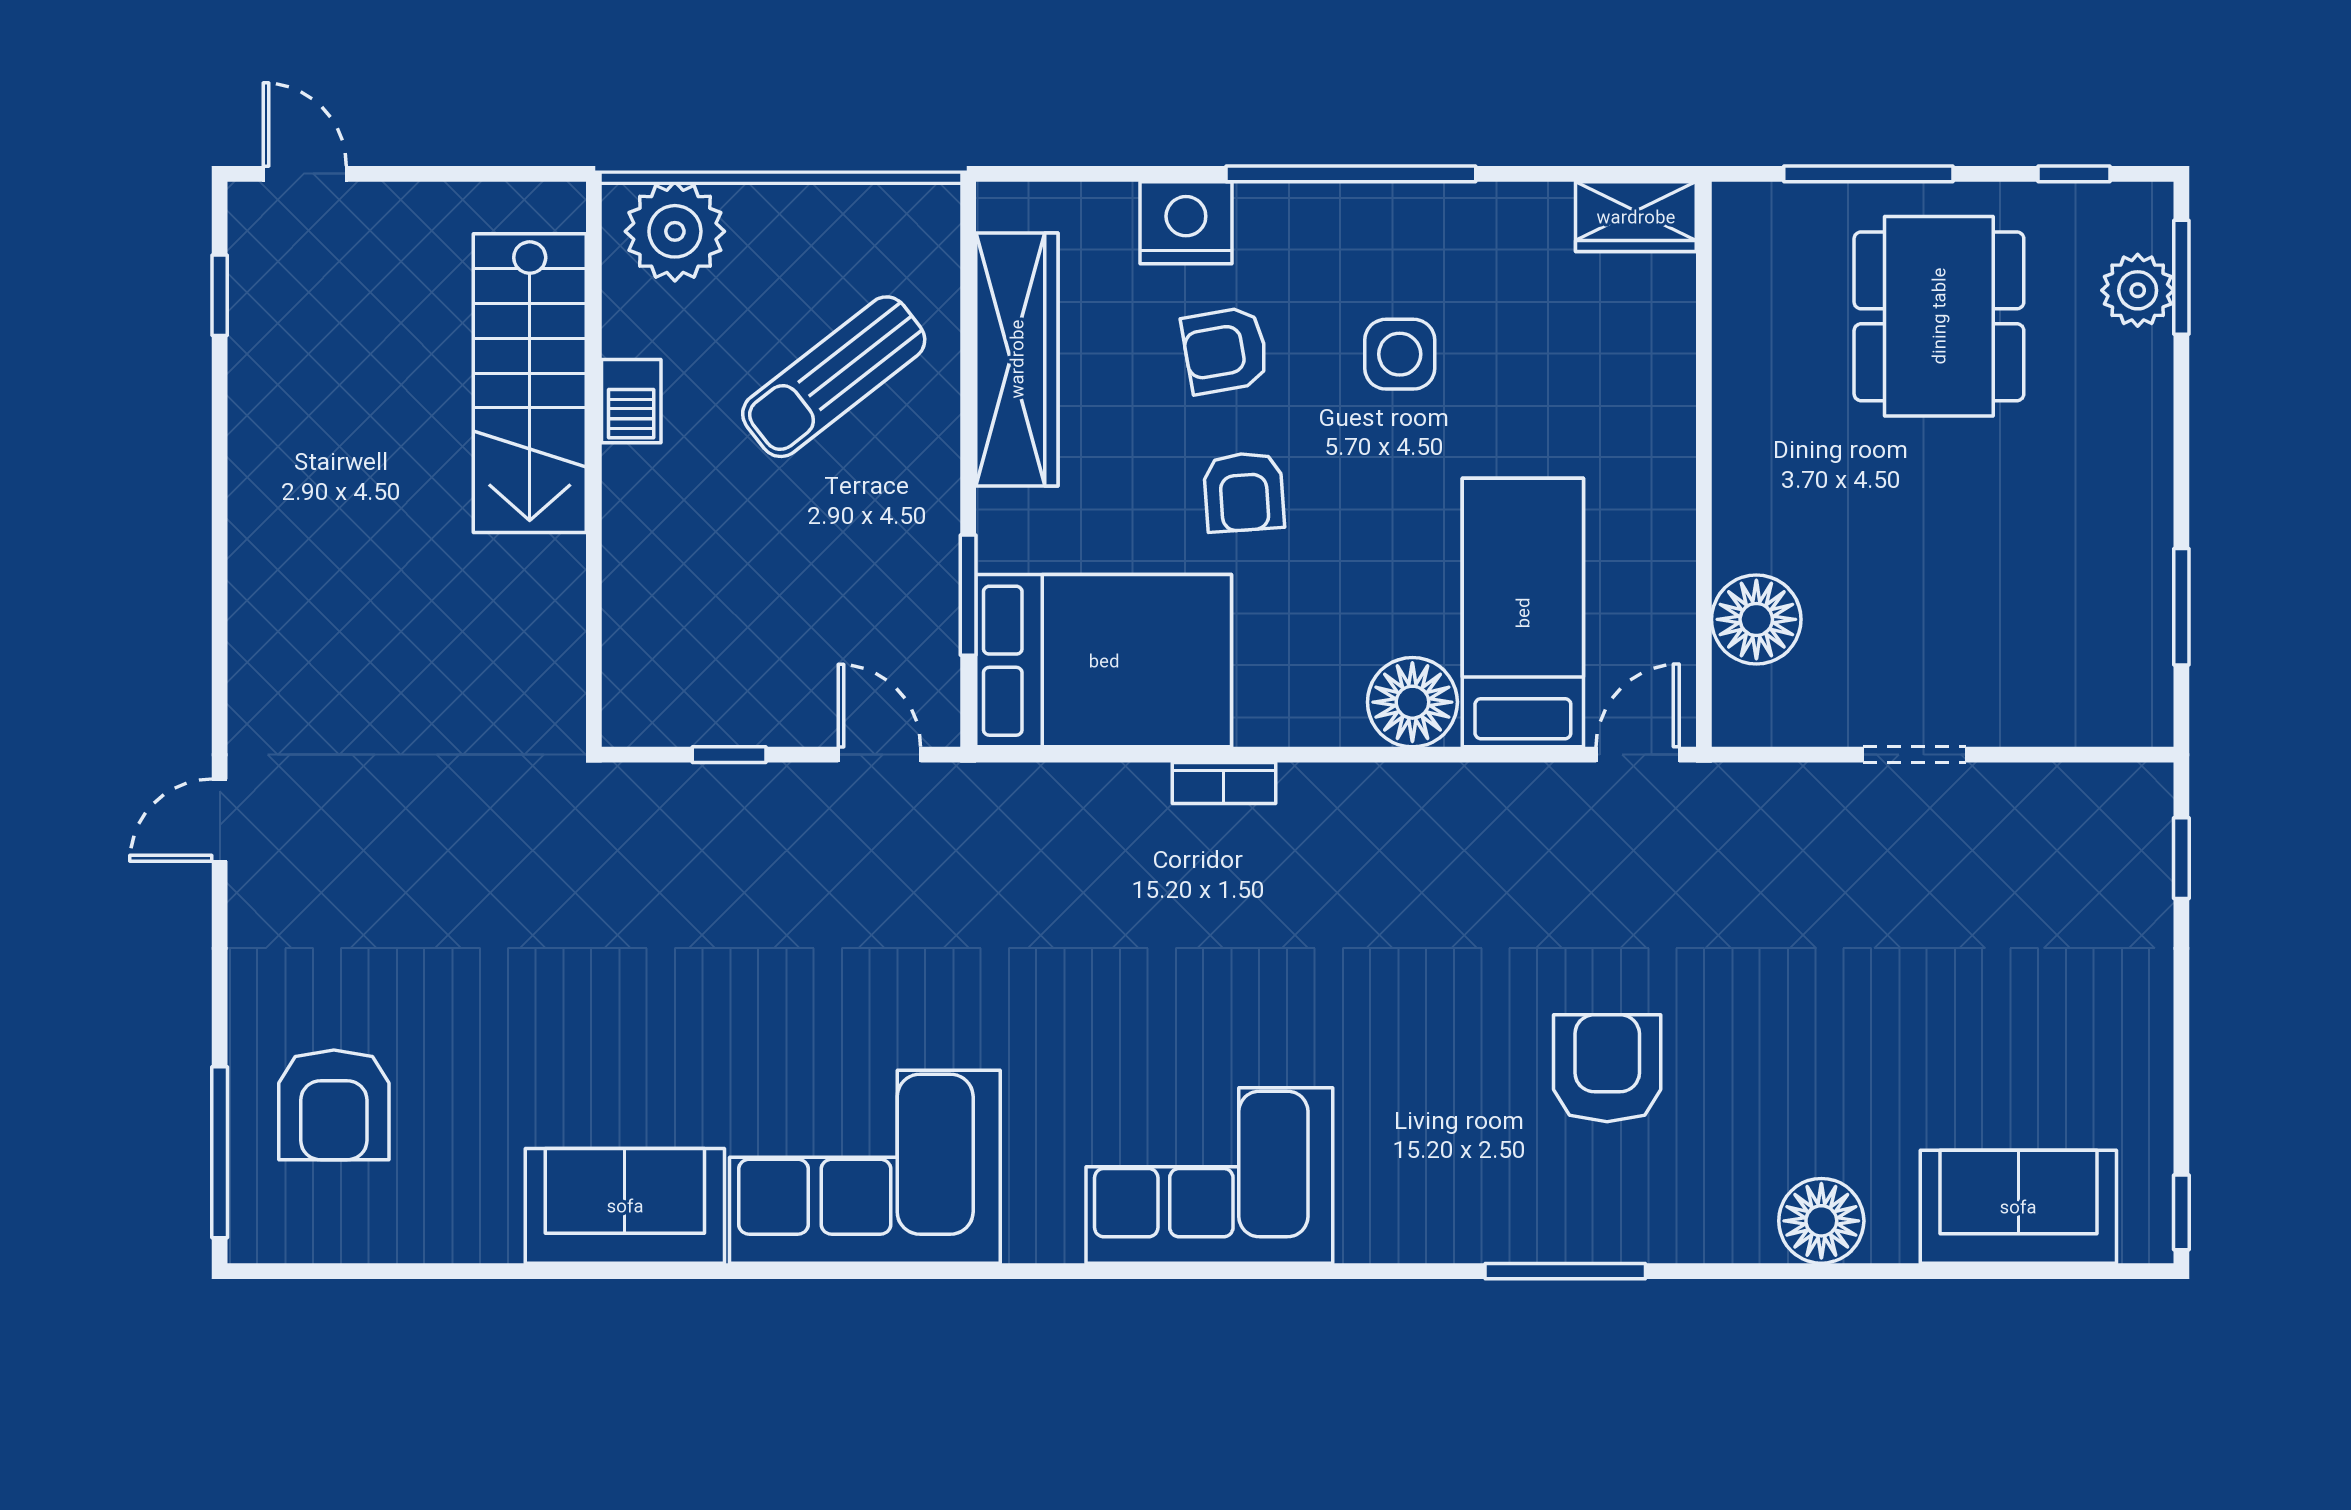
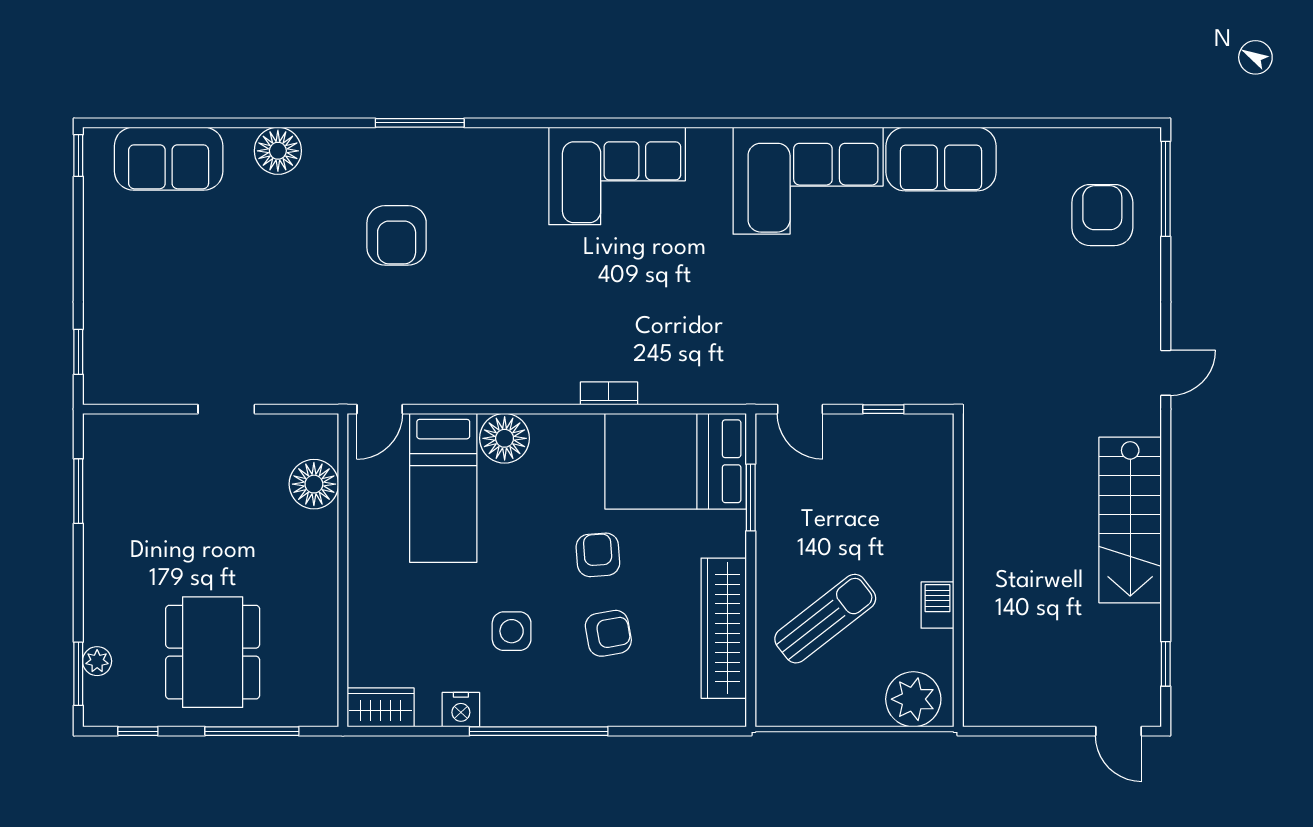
nightstand: (1186, 223) -> (461, 710), moved, width x0.74, depth x0.75
plant: (2138, 290) -> (97, 661), width x0.73, depth x0.73
stairs: (530, 383) -> (1130, 520), moved, turned 180

